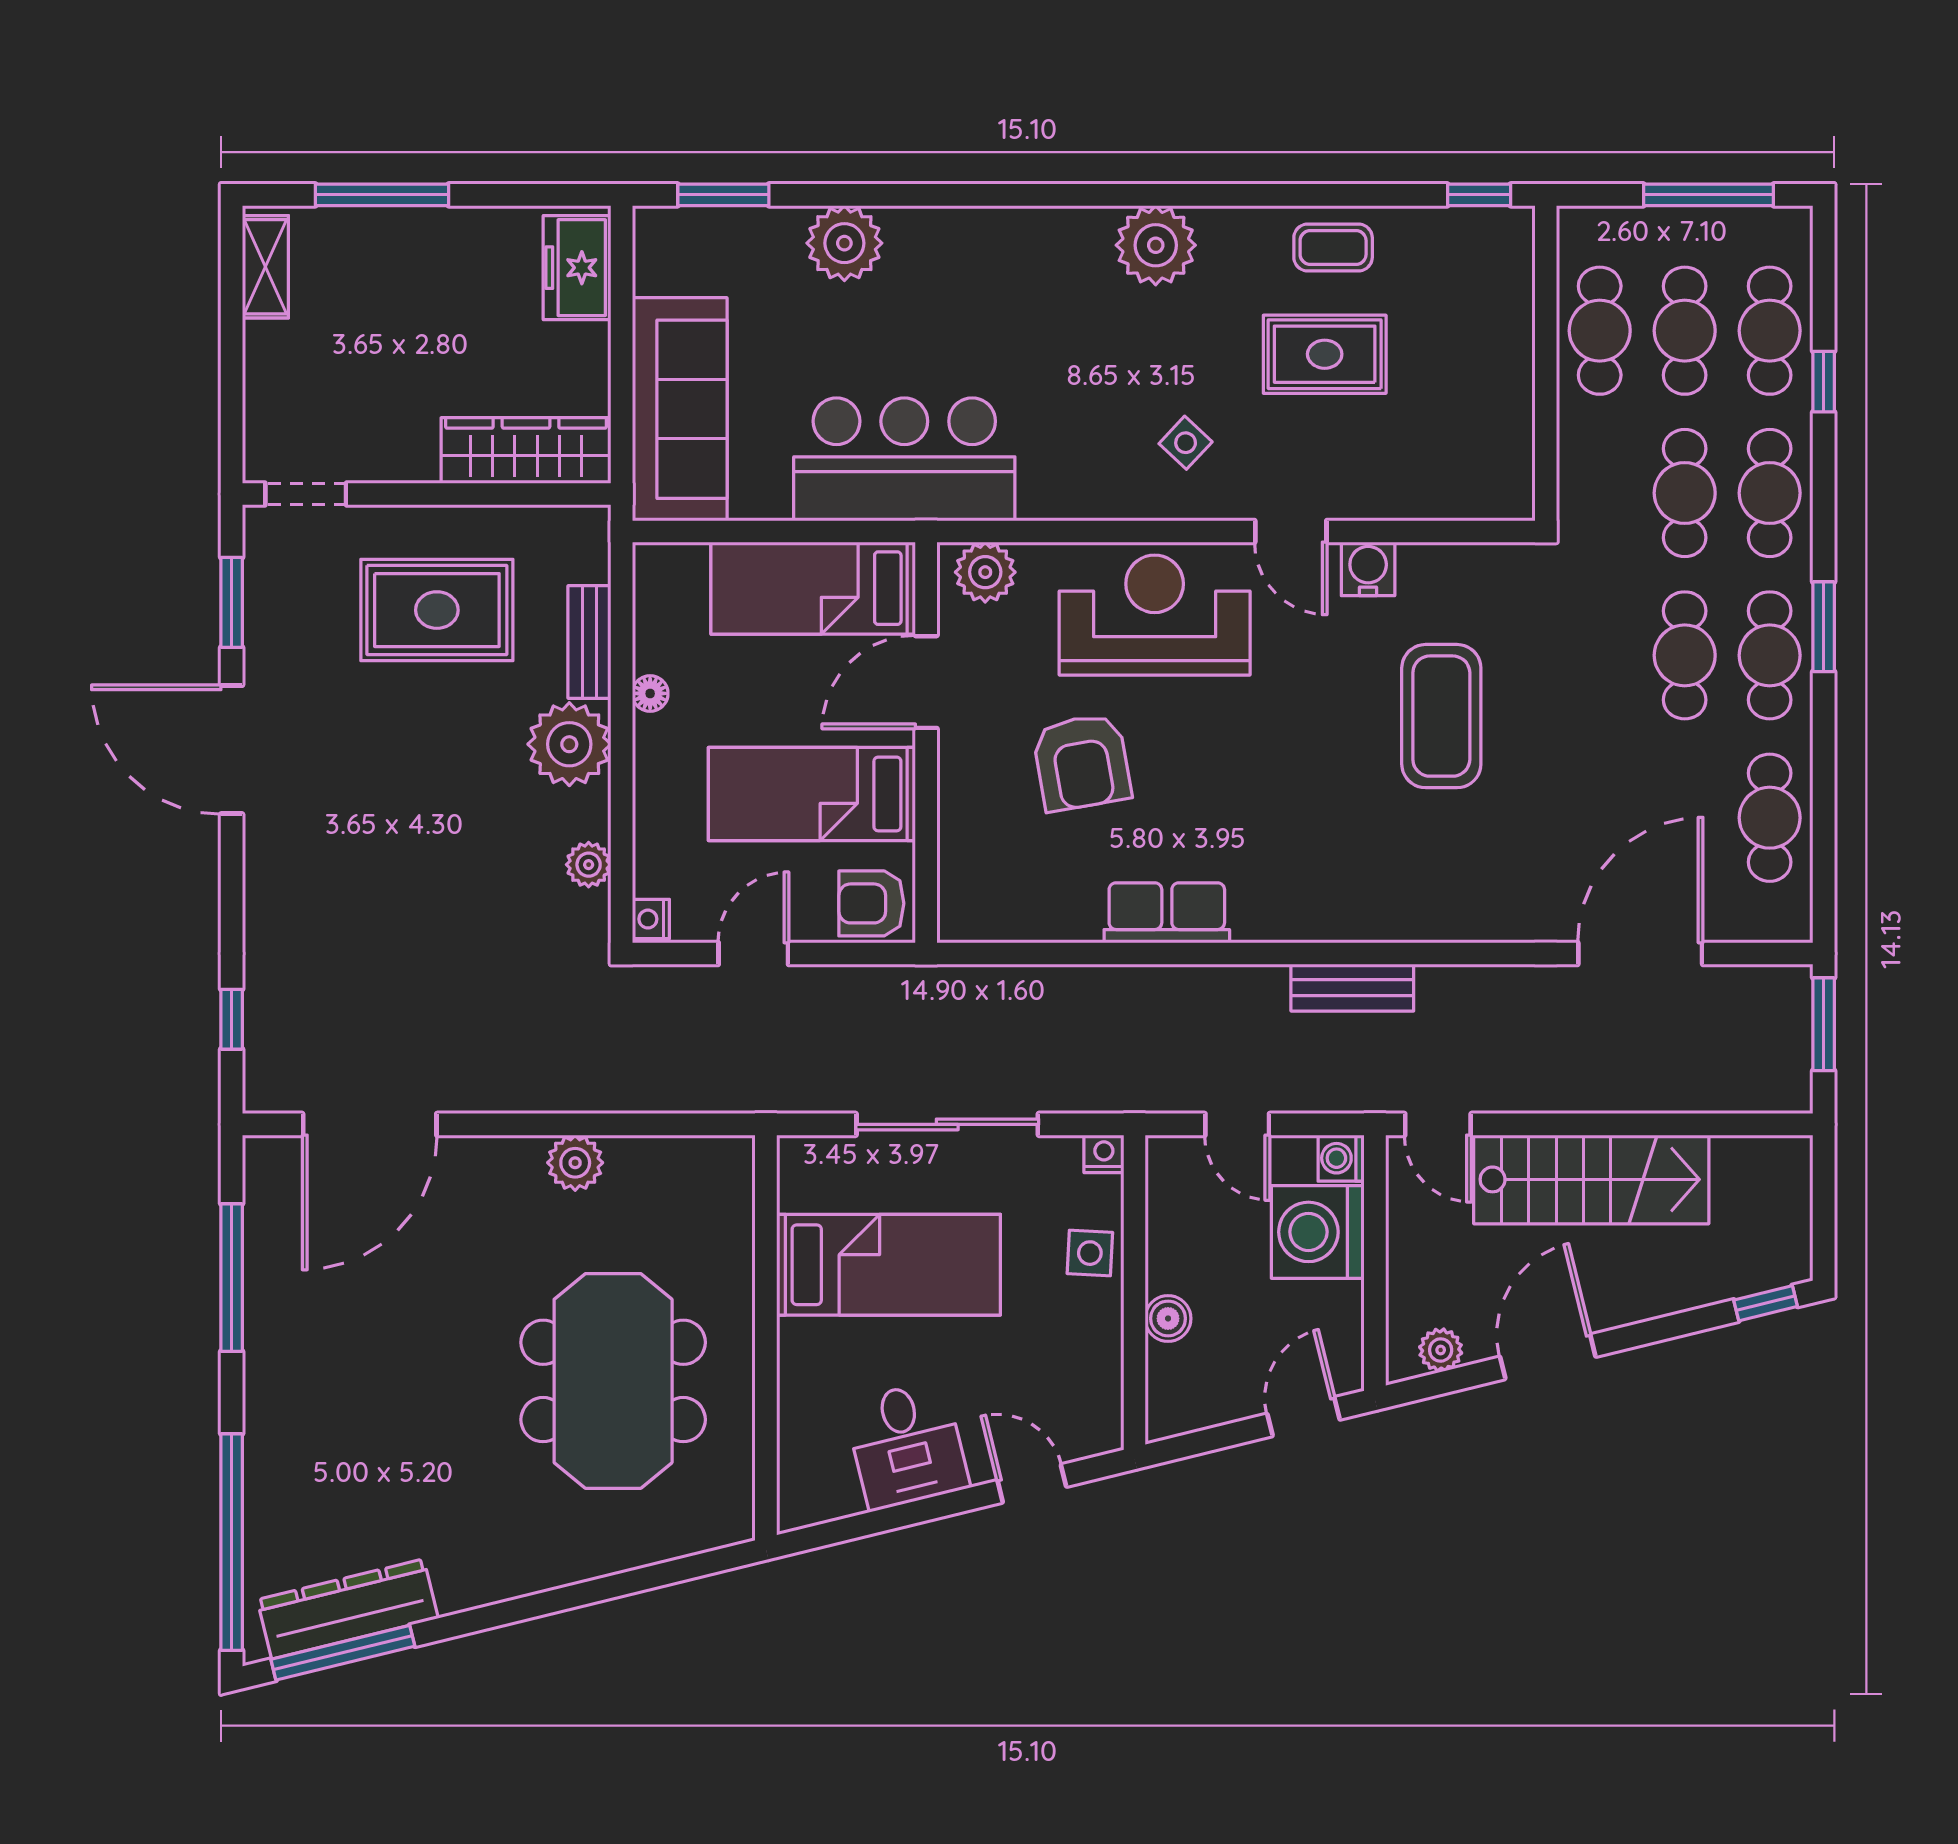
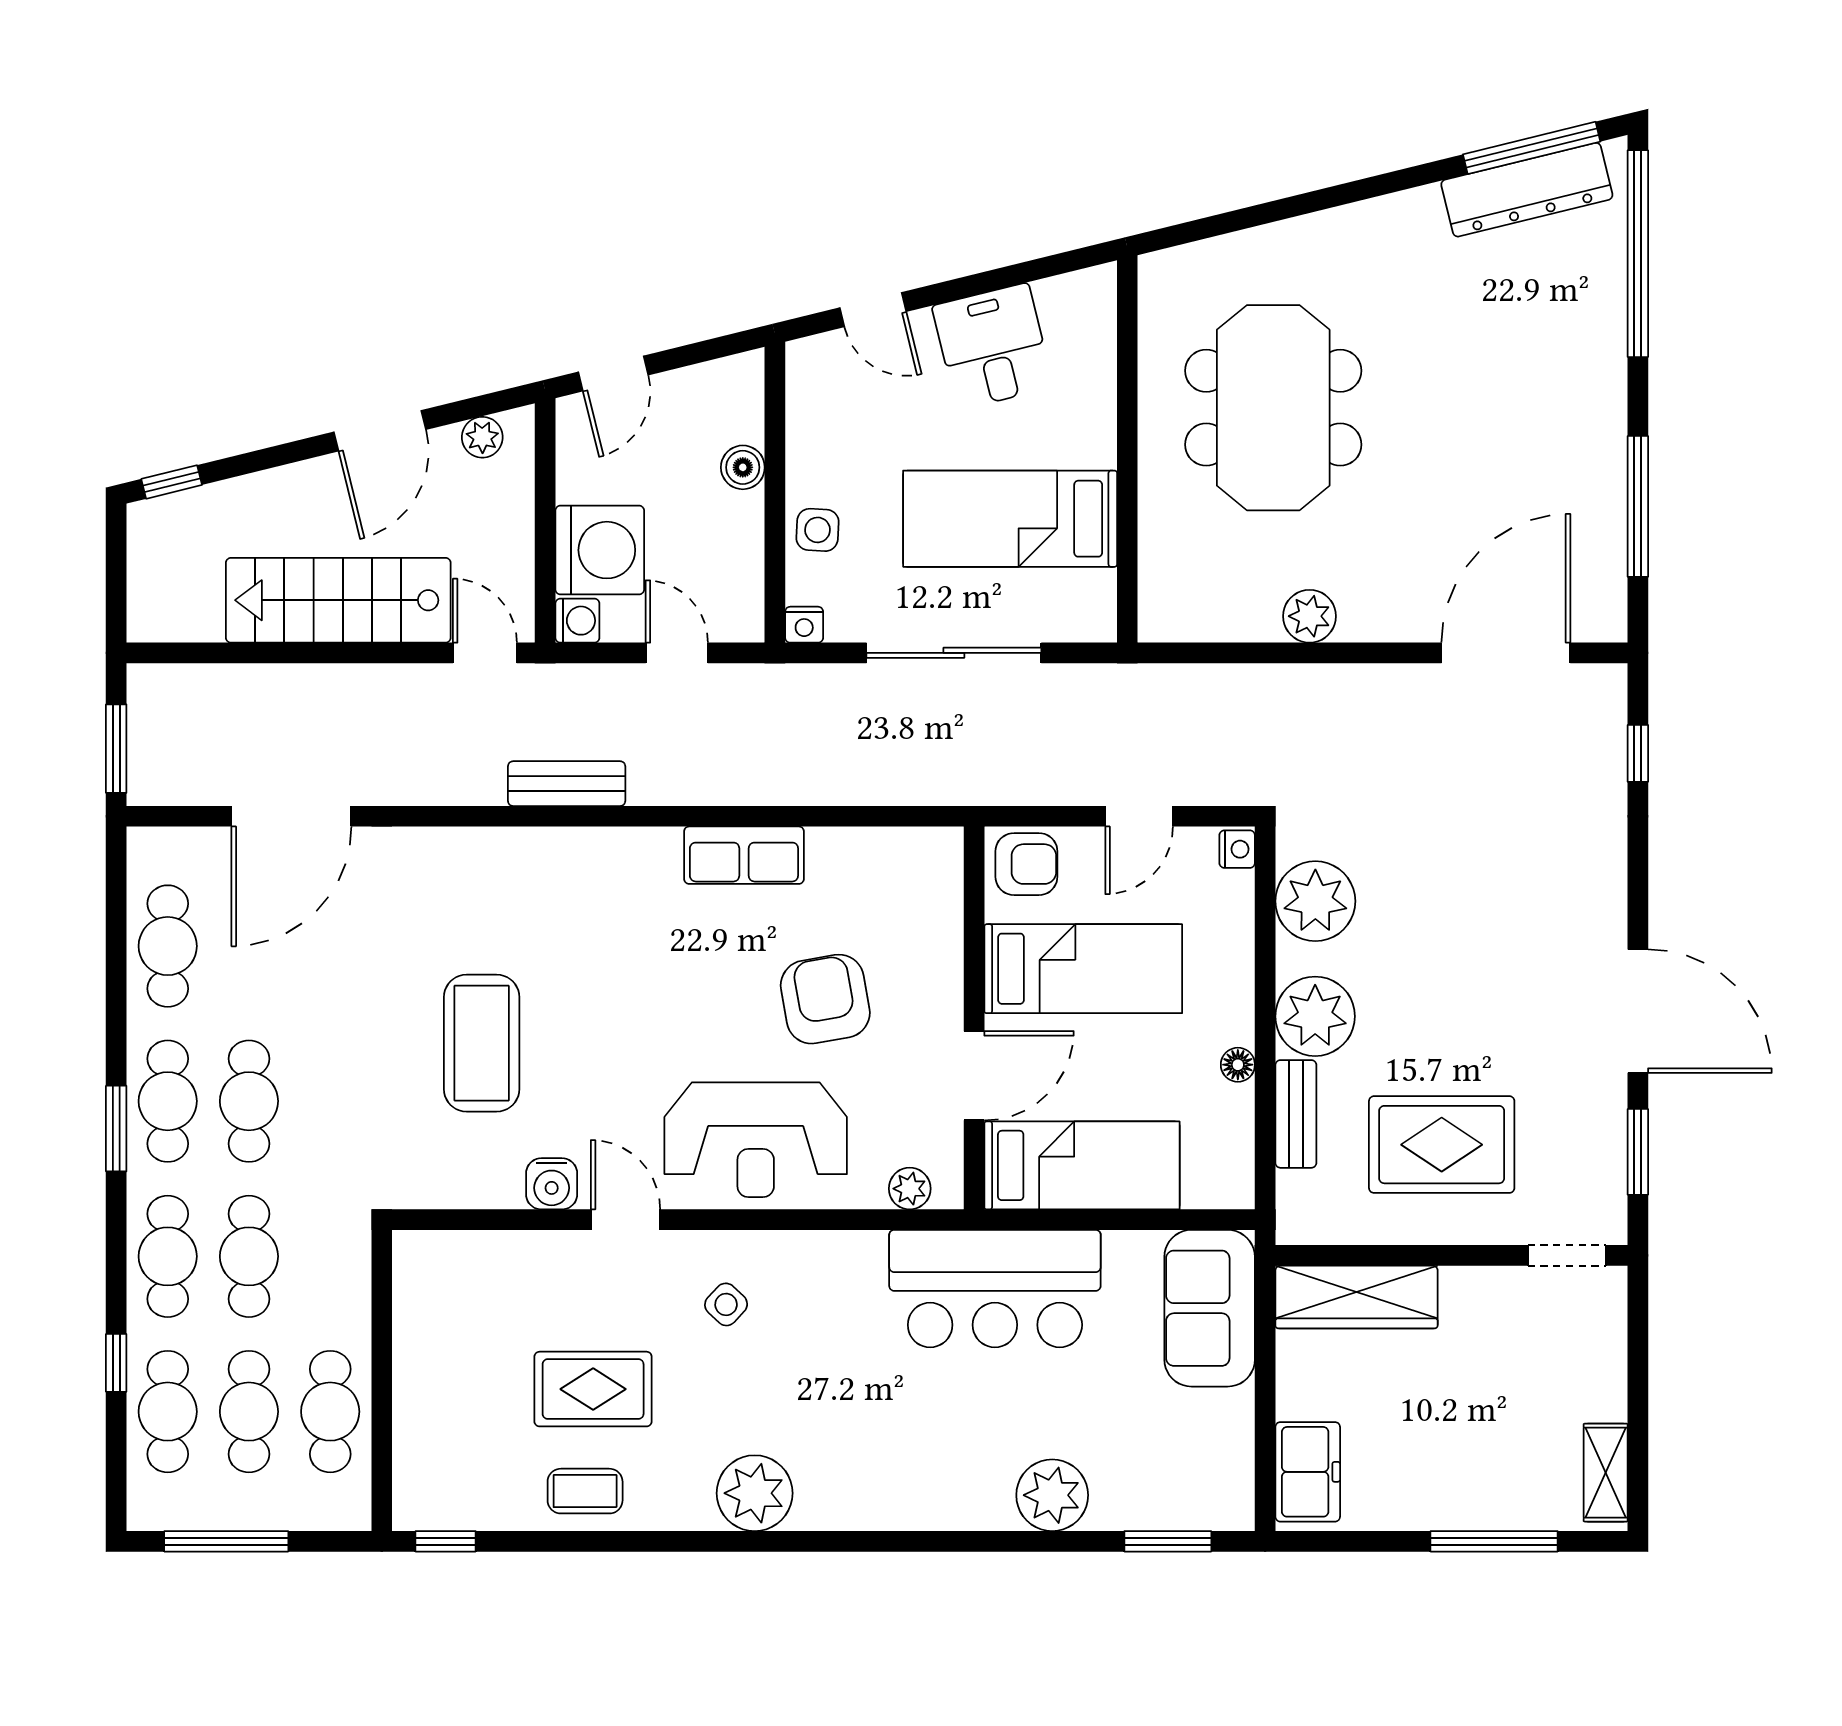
sofa: (680, 409) -> (1210, 1308), width x0.73
plant: (985, 572) -> (910, 1189), width x0.73, depth x0.73
plant: (589, 865) -> (1315, 901), width x1.88, depth x1.88

